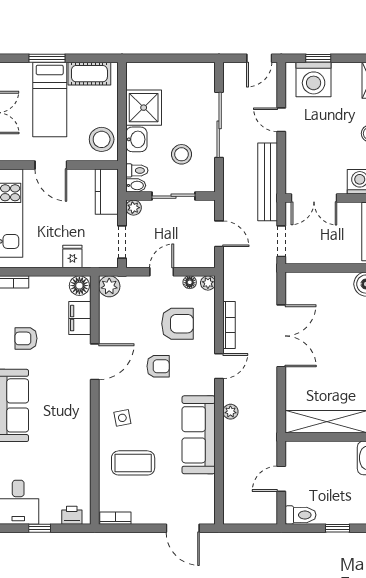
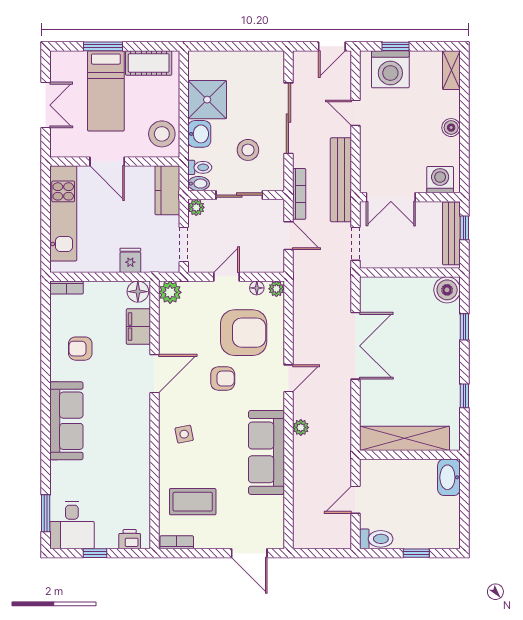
armchair: (177, 324) -> (244, 333), width x1.36, depth x1.36
bookcase: (229, 325) -> (299, 194), moved
coffee table: (133, 463) -> (193, 502), moved

